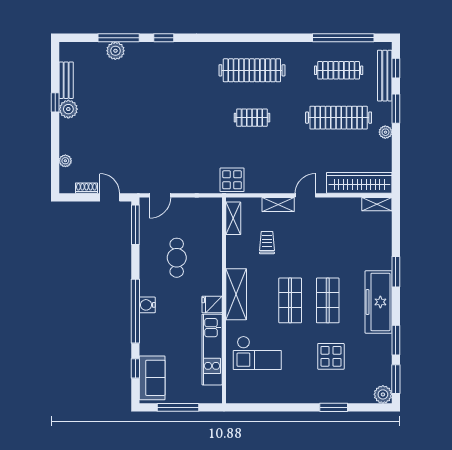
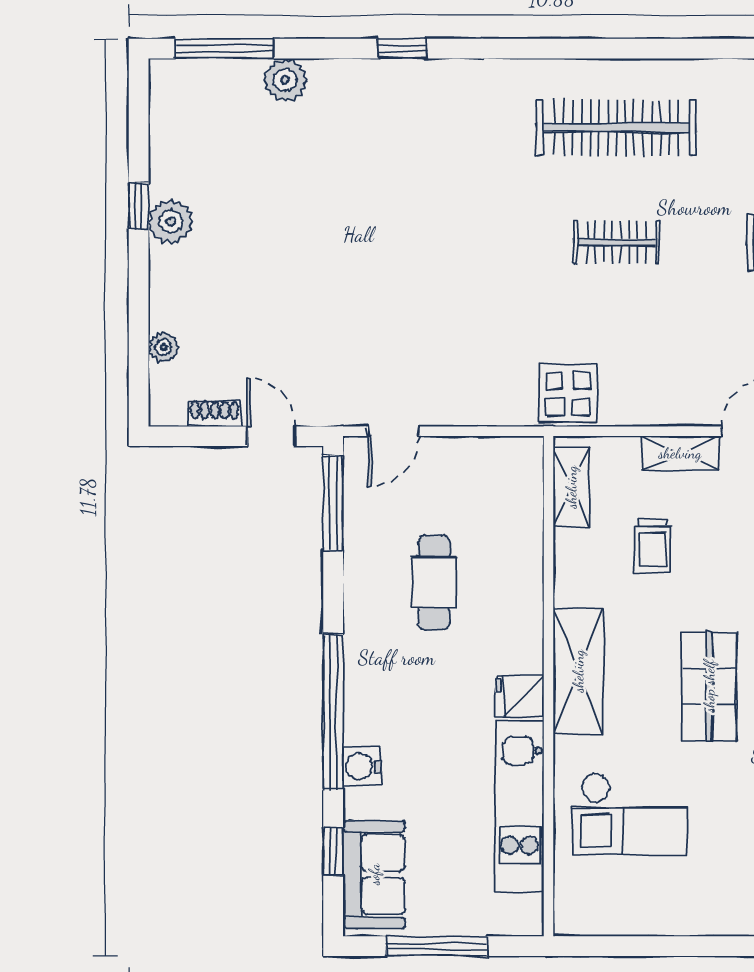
window: (119, 38) -> (224, 49), moved
bench: (66, 80) -> (165, 152), removed
trolley: (267, 243) -> (653, 546), turned 180
water cooler: (147, 305) -> (362, 767), moved

